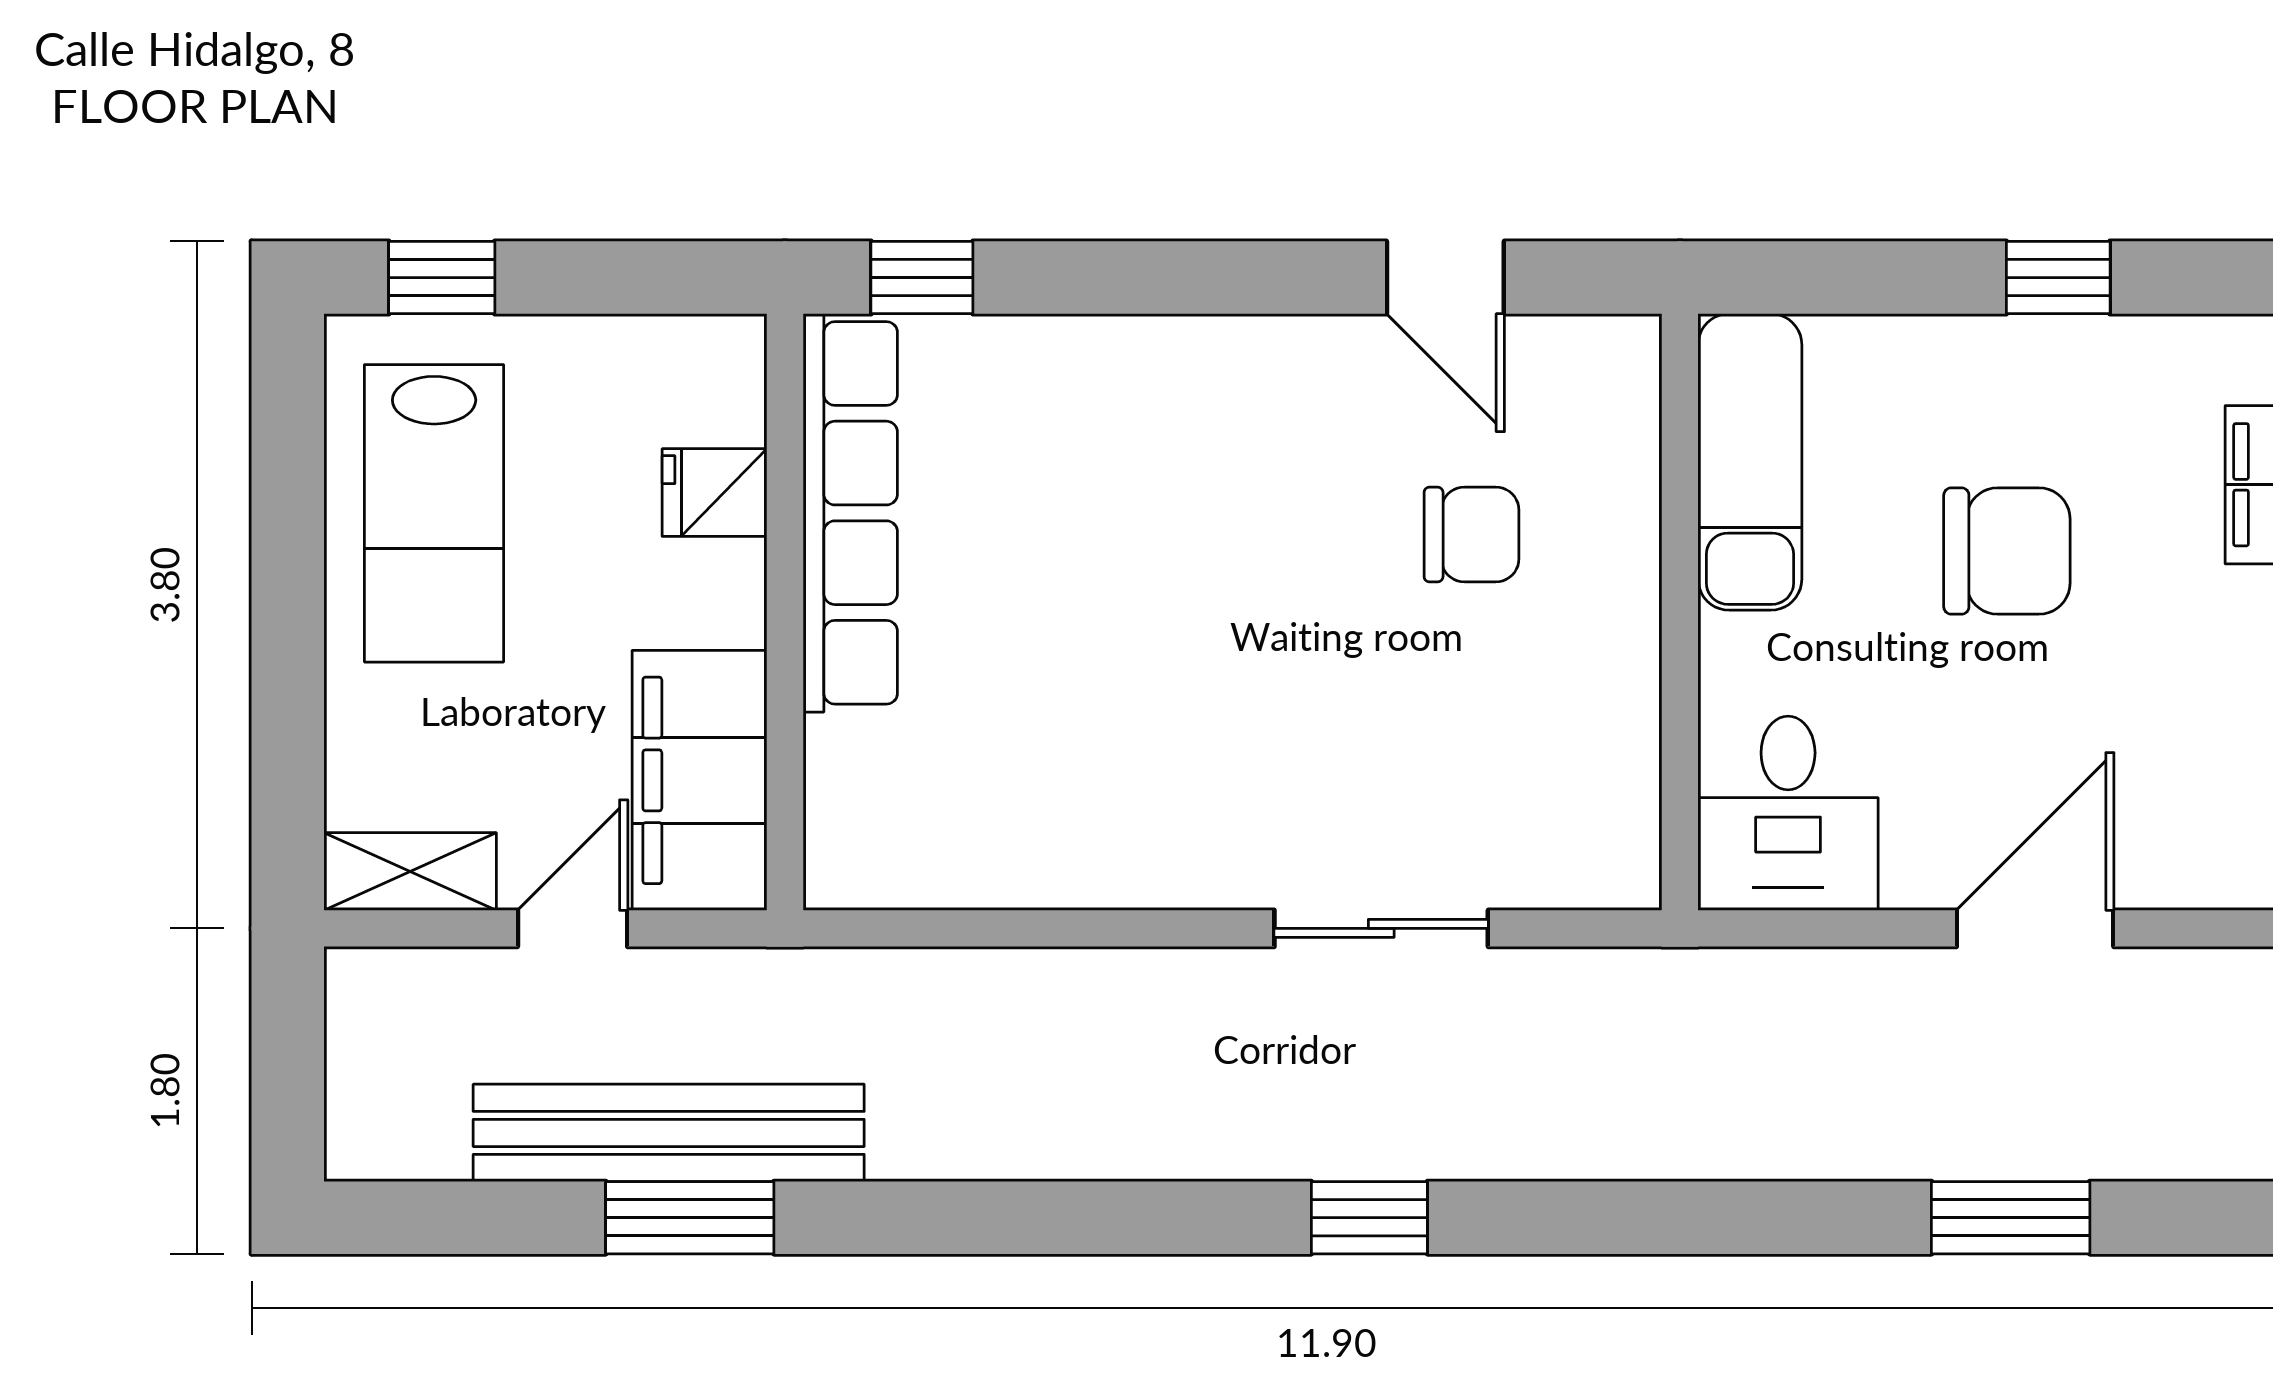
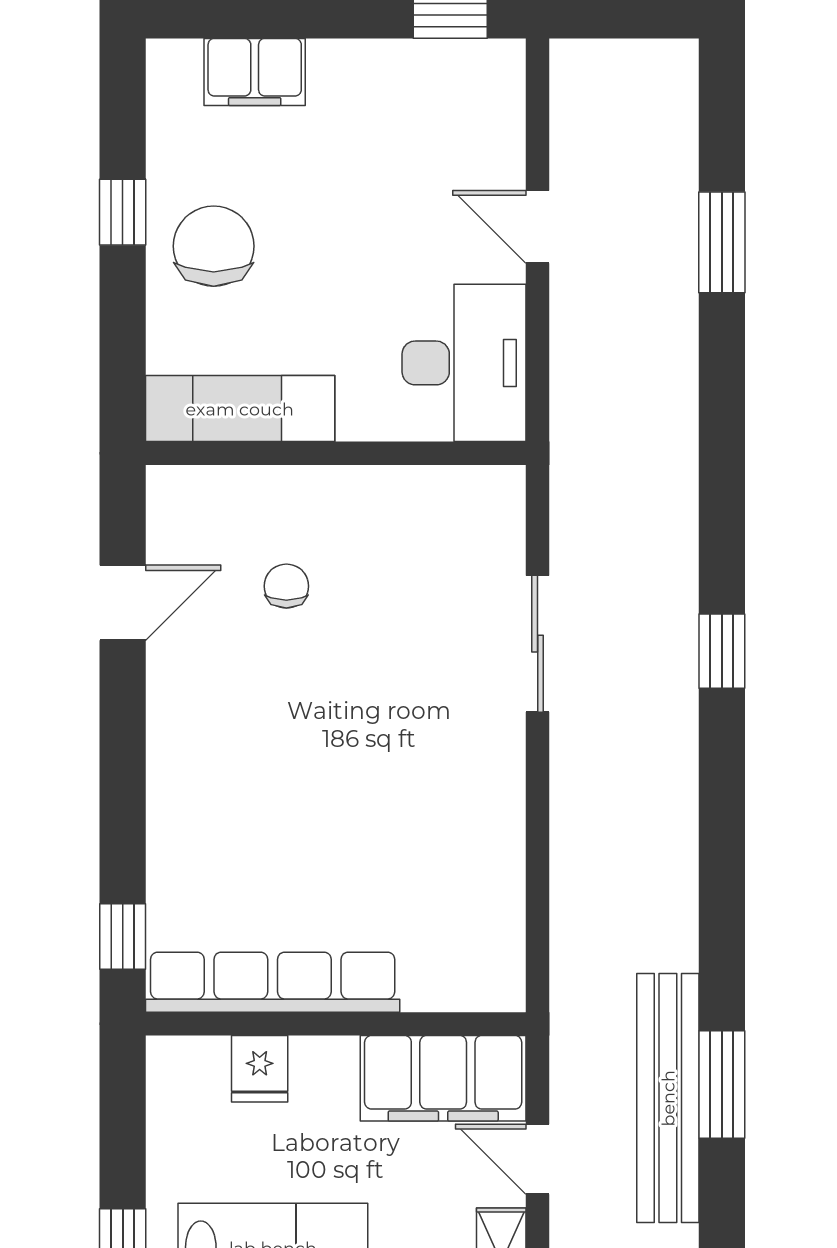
chair: (1472, 534) -> (286, 586), width x0.73, depth x0.73
chair: (2007, 551) -> (214, 246), moved
desk: (1788, 813) -> (464, 363), width x1.37
door: (2035, 928) -> (538, 227), width x0.73

